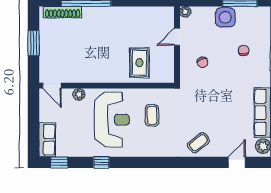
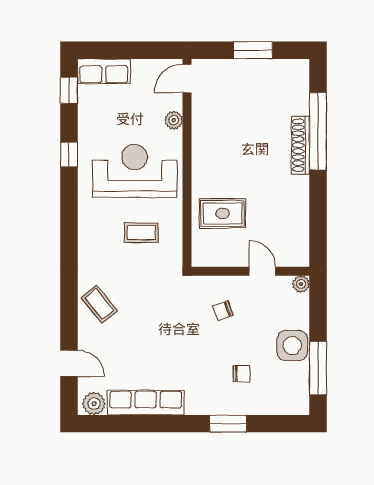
shoe rack: (63, 12) -> (300, 145), moved
reception desk: (112, 120) -> (135, 171), turned 180

